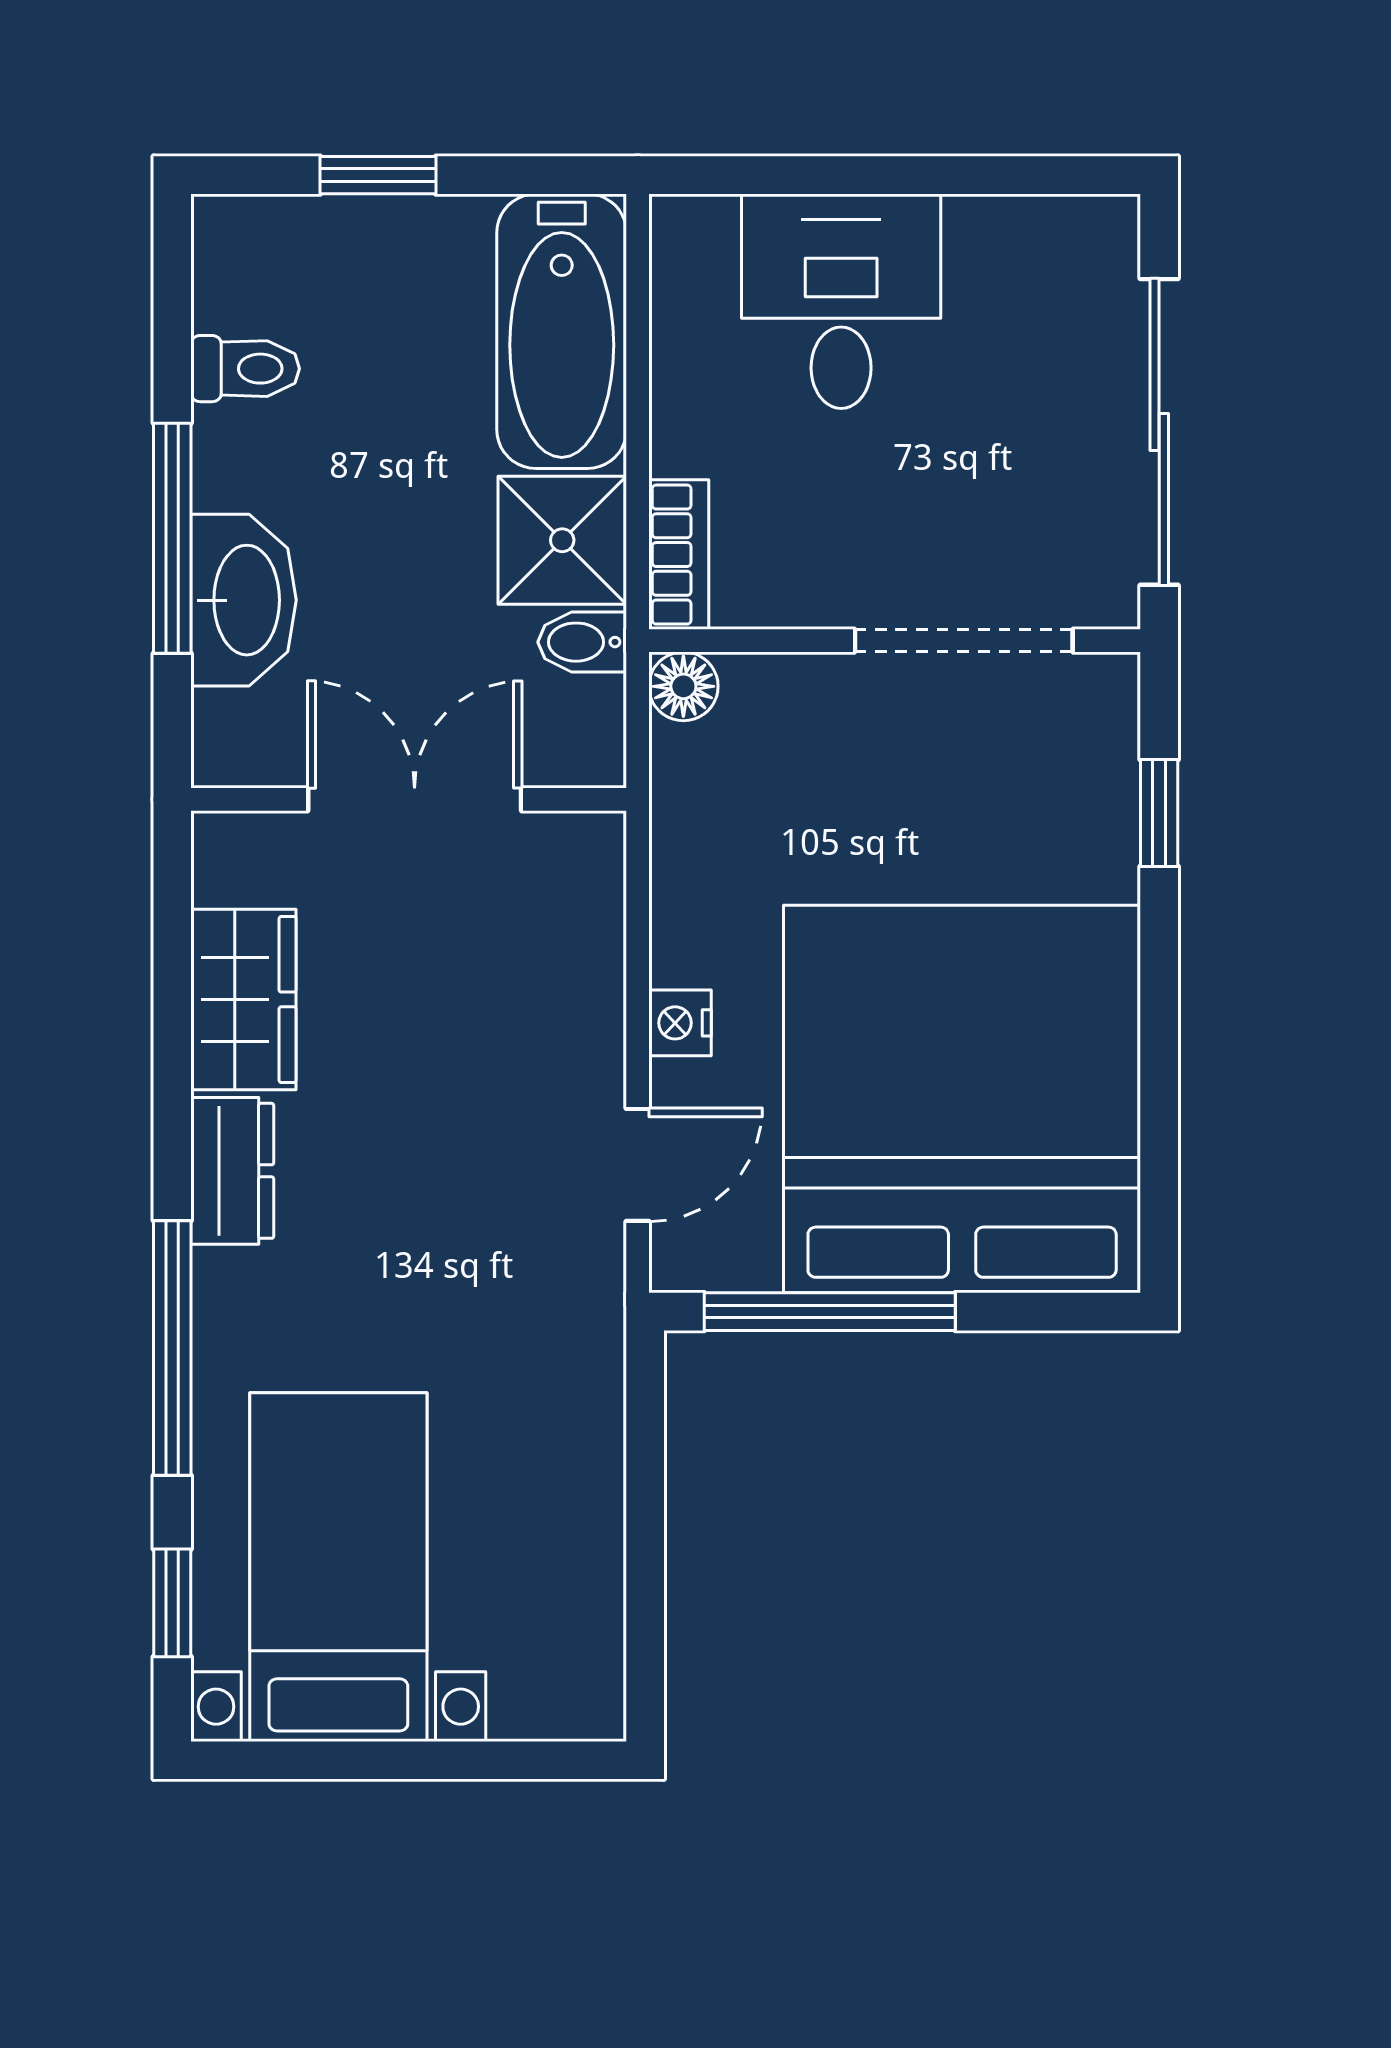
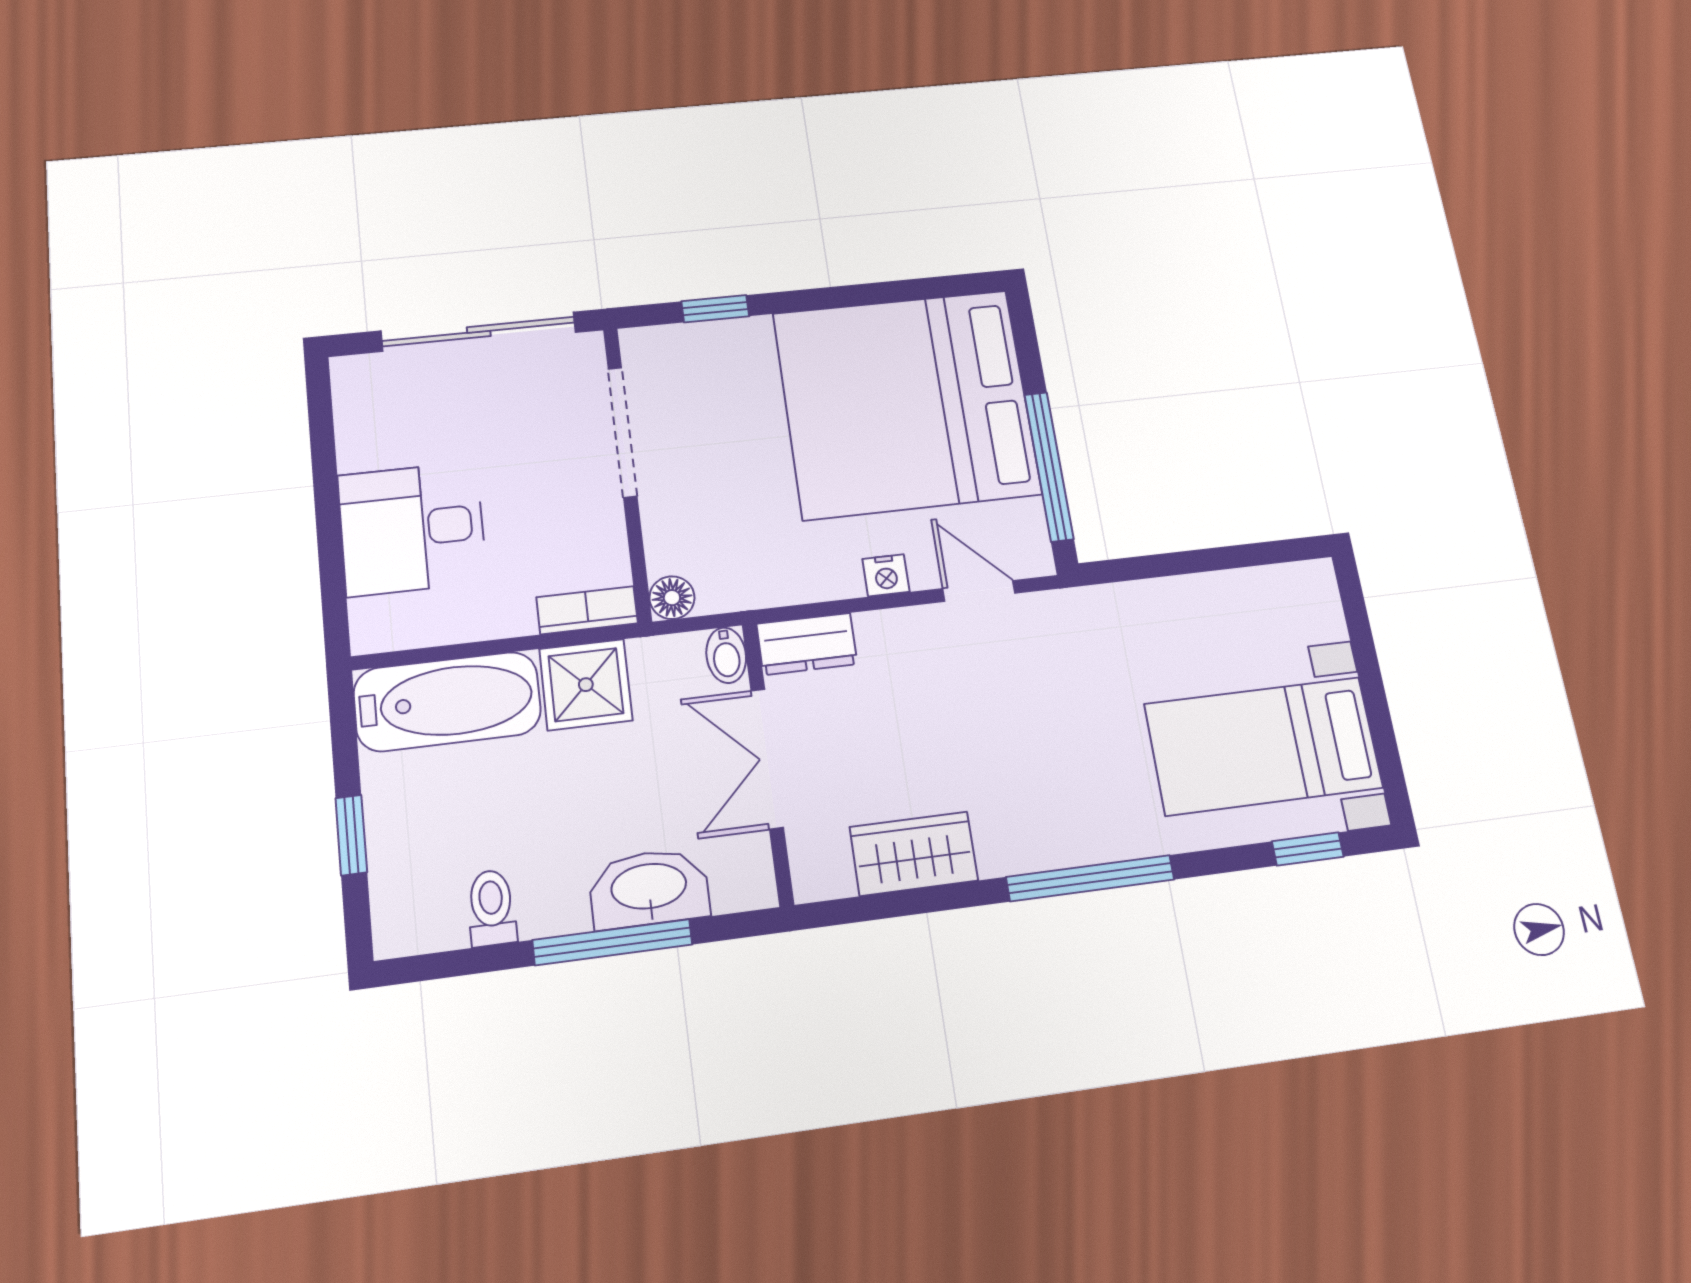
bidet: (582, 642) -> (726, 655), moved
dresser: (232, 1171) -> (807, 644), moved, turned 180
window: (172, 1348) -> (1090, 878), moved

